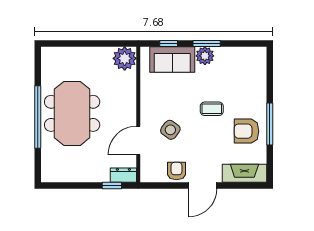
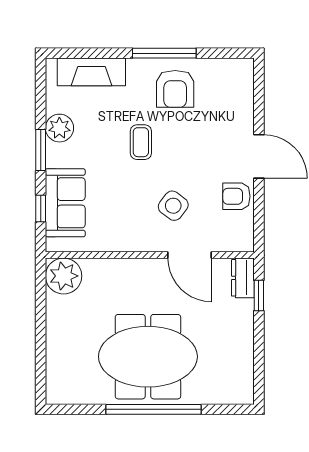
plant: (205, 56) -> (59, 128), moved
fireplace: (244, 173) -> (91, 72), moved, turned -90

